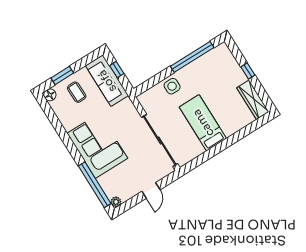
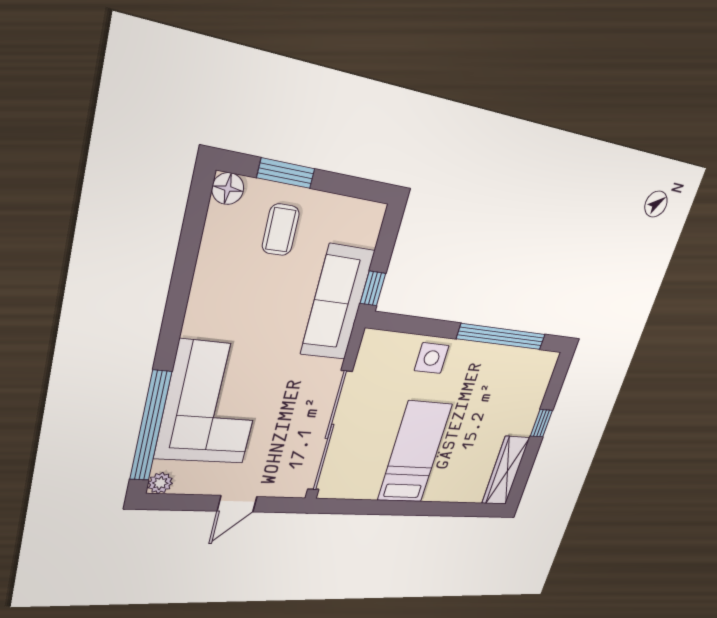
window: (117, 70) -> (373, 288), moved
sofa: (107, 81) -> (337, 303), moved
corner sofa: (97, 146) -> (212, 403), moved

